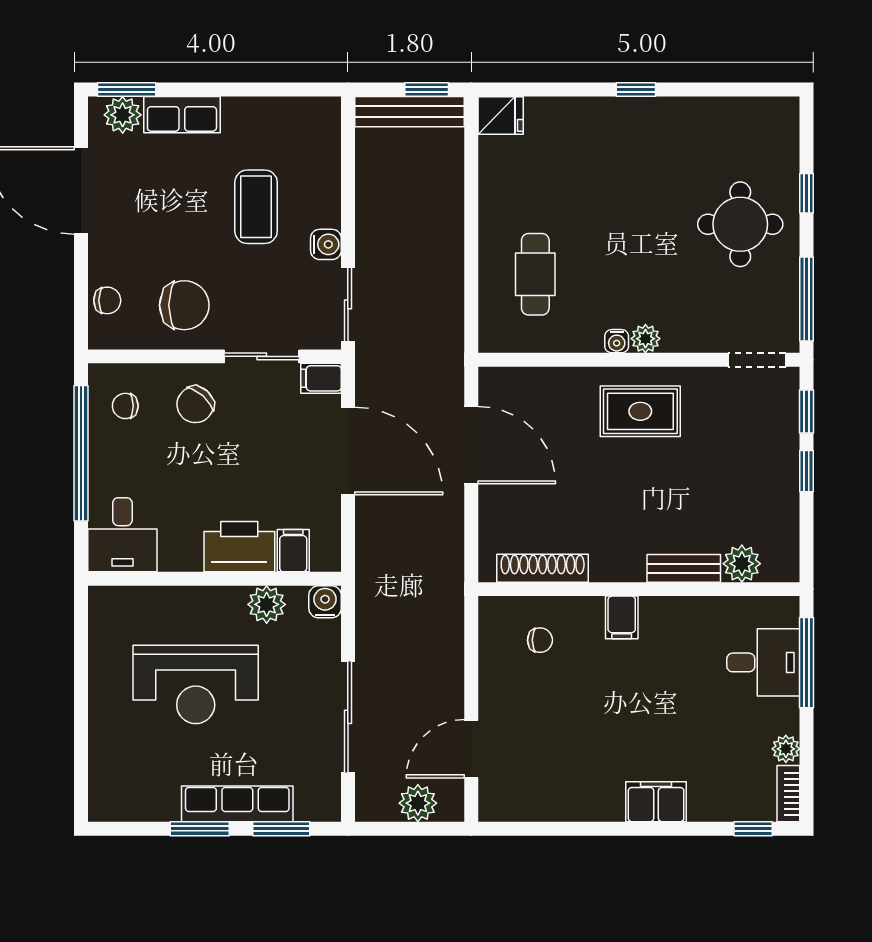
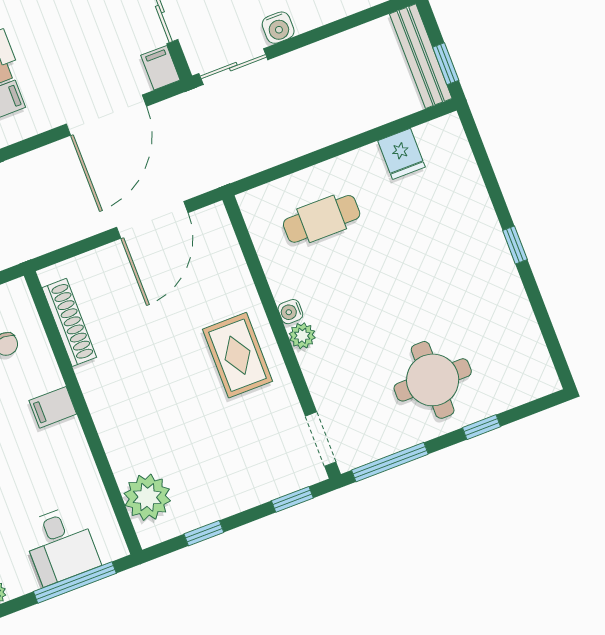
fridge: (501, 116) -> (402, 154), moved
window: (807, 471) -> (204, 533), moved
plant: (742, 564) -> (147, 497), width x1.36, depth x1.36
bench: (684, 568) -> (116, 445), removed

